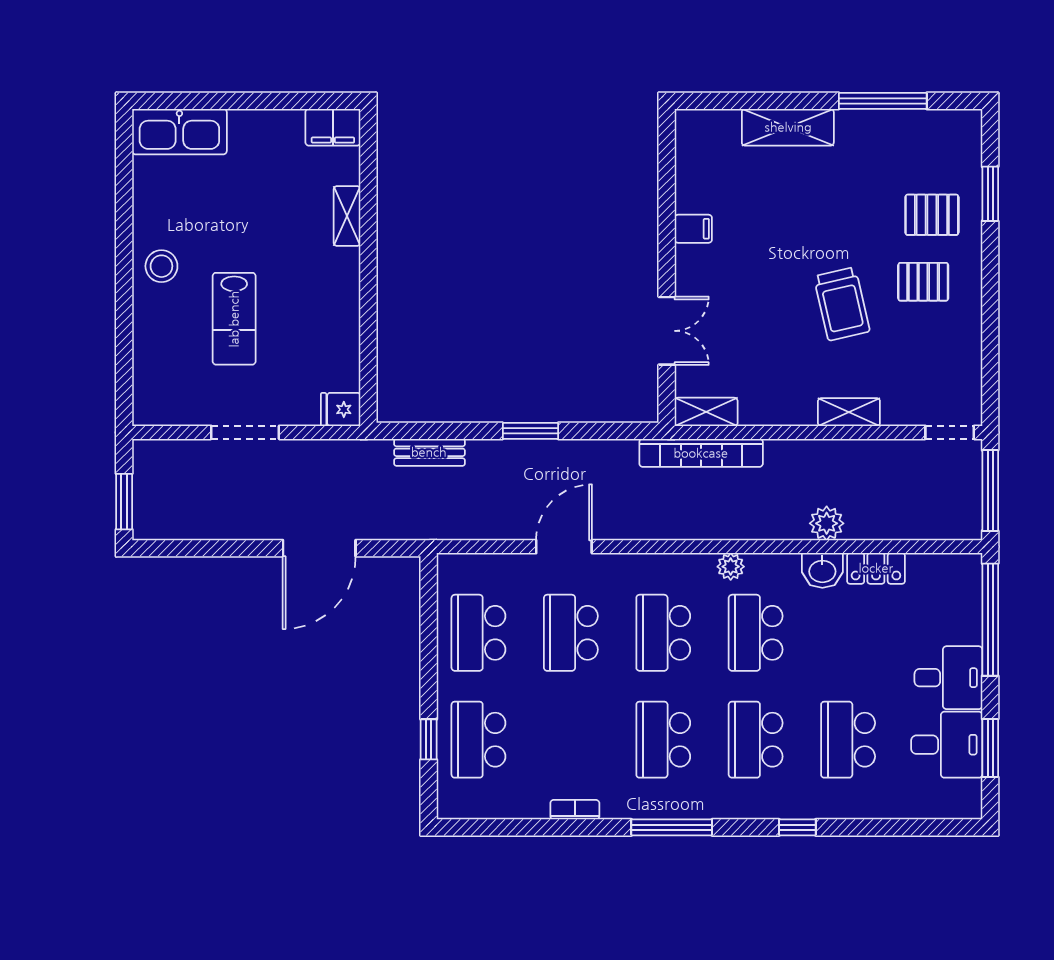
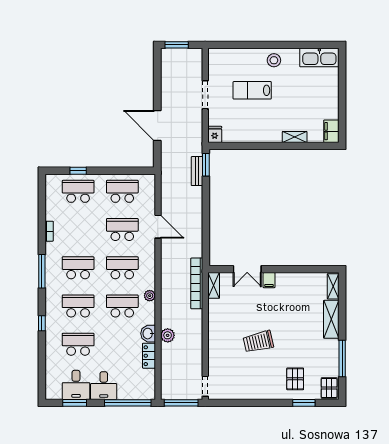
kitchen sink: (179, 132) -> (319, 58), moved, turned -90
filing cabinet: (693, 229) -> (269, 280), moved
pallet: (923, 282) -> (329, 388), moved
shelving: (849, 412) -> (333, 286), moved
window: (530, 431) -> (206, 165), moved

